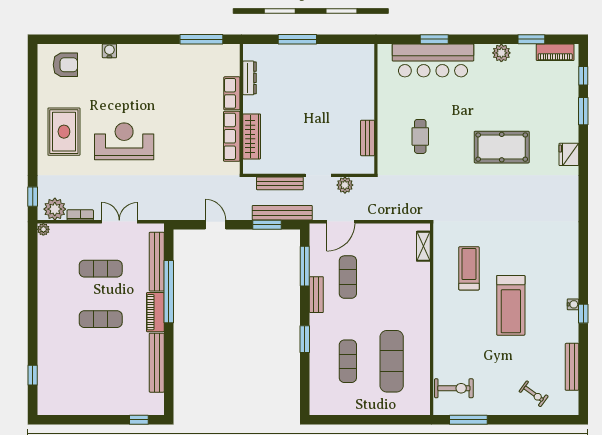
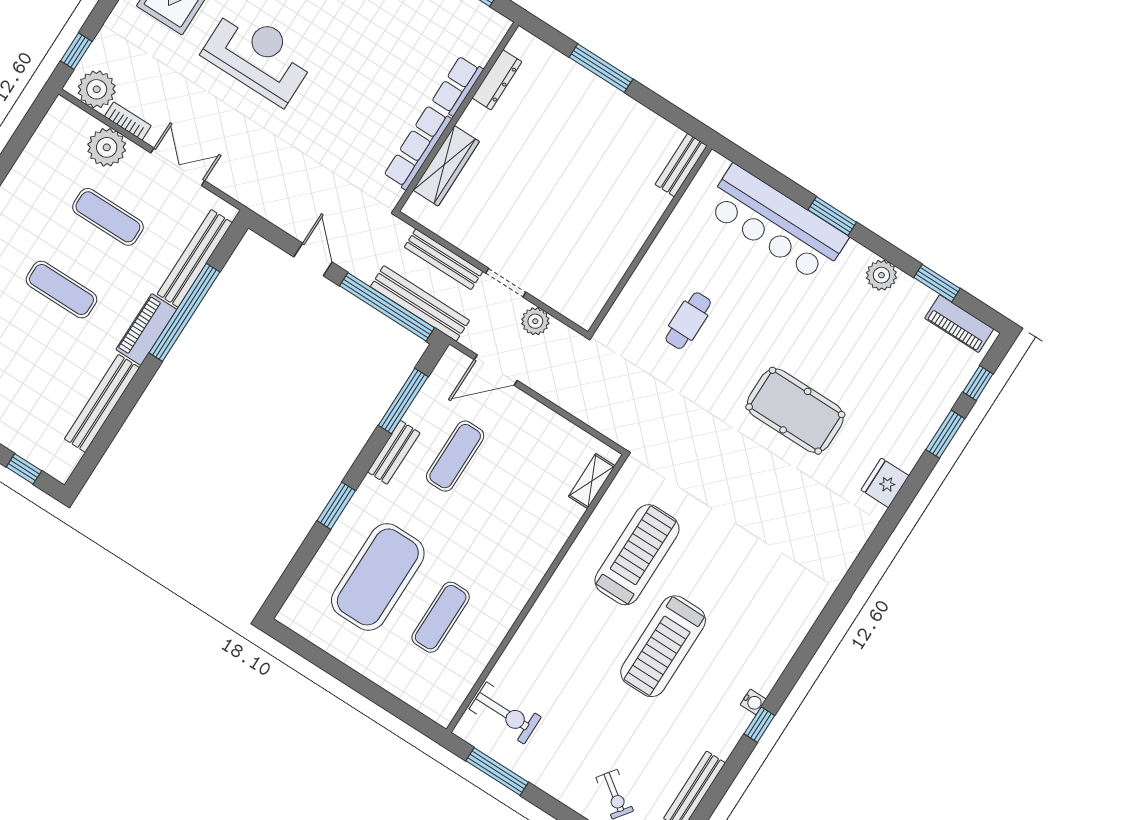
window: (434, 39) -> (832, 216), moved
bench: (368, 138) -> (681, 165), moved
window: (267, 225) -> (387, 307), width x2.11
plant: (43, 229) -> (107, 147), moved, width x1.87, depth x1.87
treadmill: (469, 268) -> (637, 555), width x1.37, depth x1.38
exercise mat: (348, 361) -> (378, 577), width x2.00, depth x1.45
exercise mat: (392, 361) -> (441, 617), width x0.73, depth x0.69

